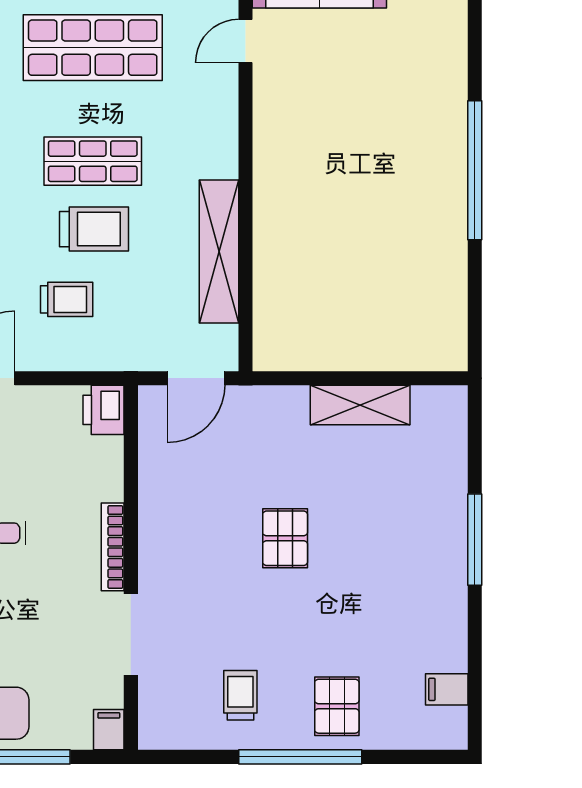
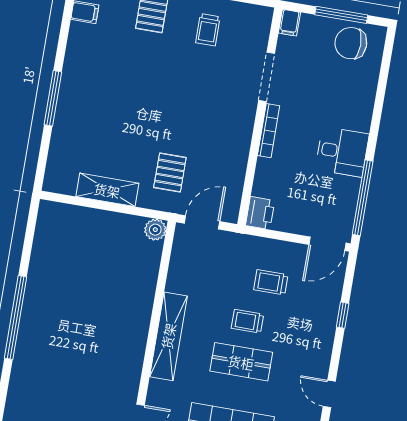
trolley: (94, 229) -> (247, 321), width x0.73, depth x0.72
shelving: (219, 251) -> (168, 336), moved
plant: (270, 353) -> (155, 230), added
pallet: (285, 538) -> (170, 172), moved

